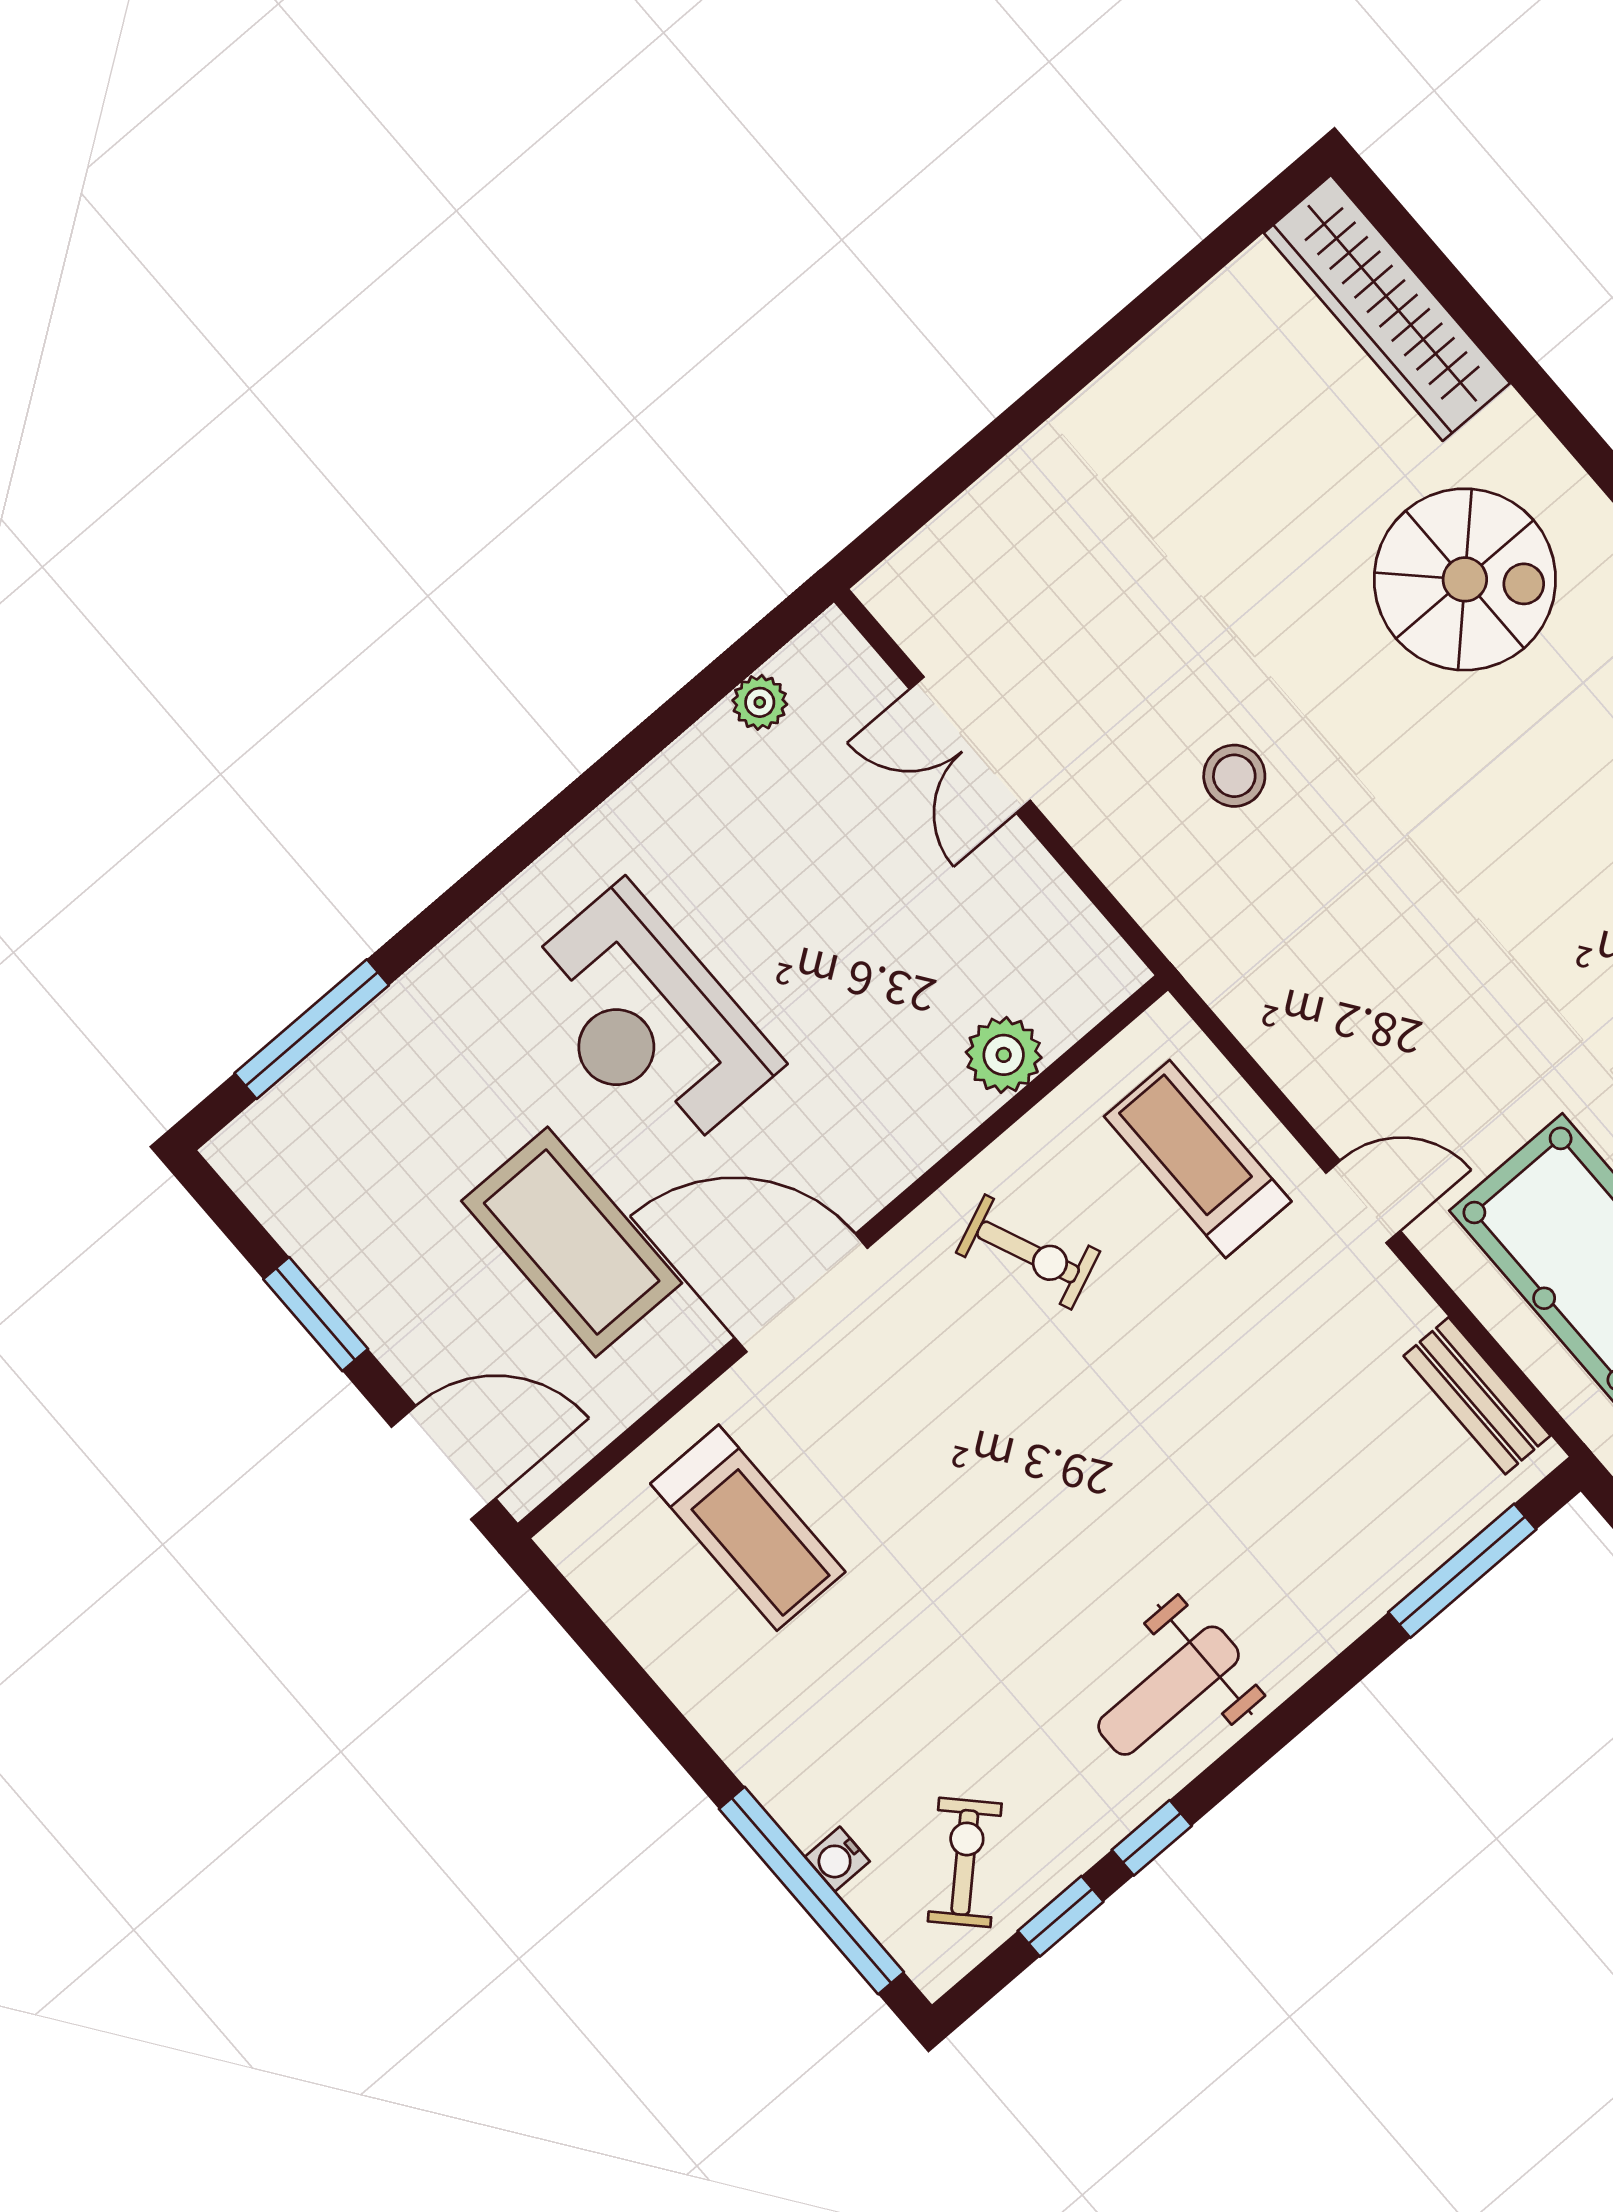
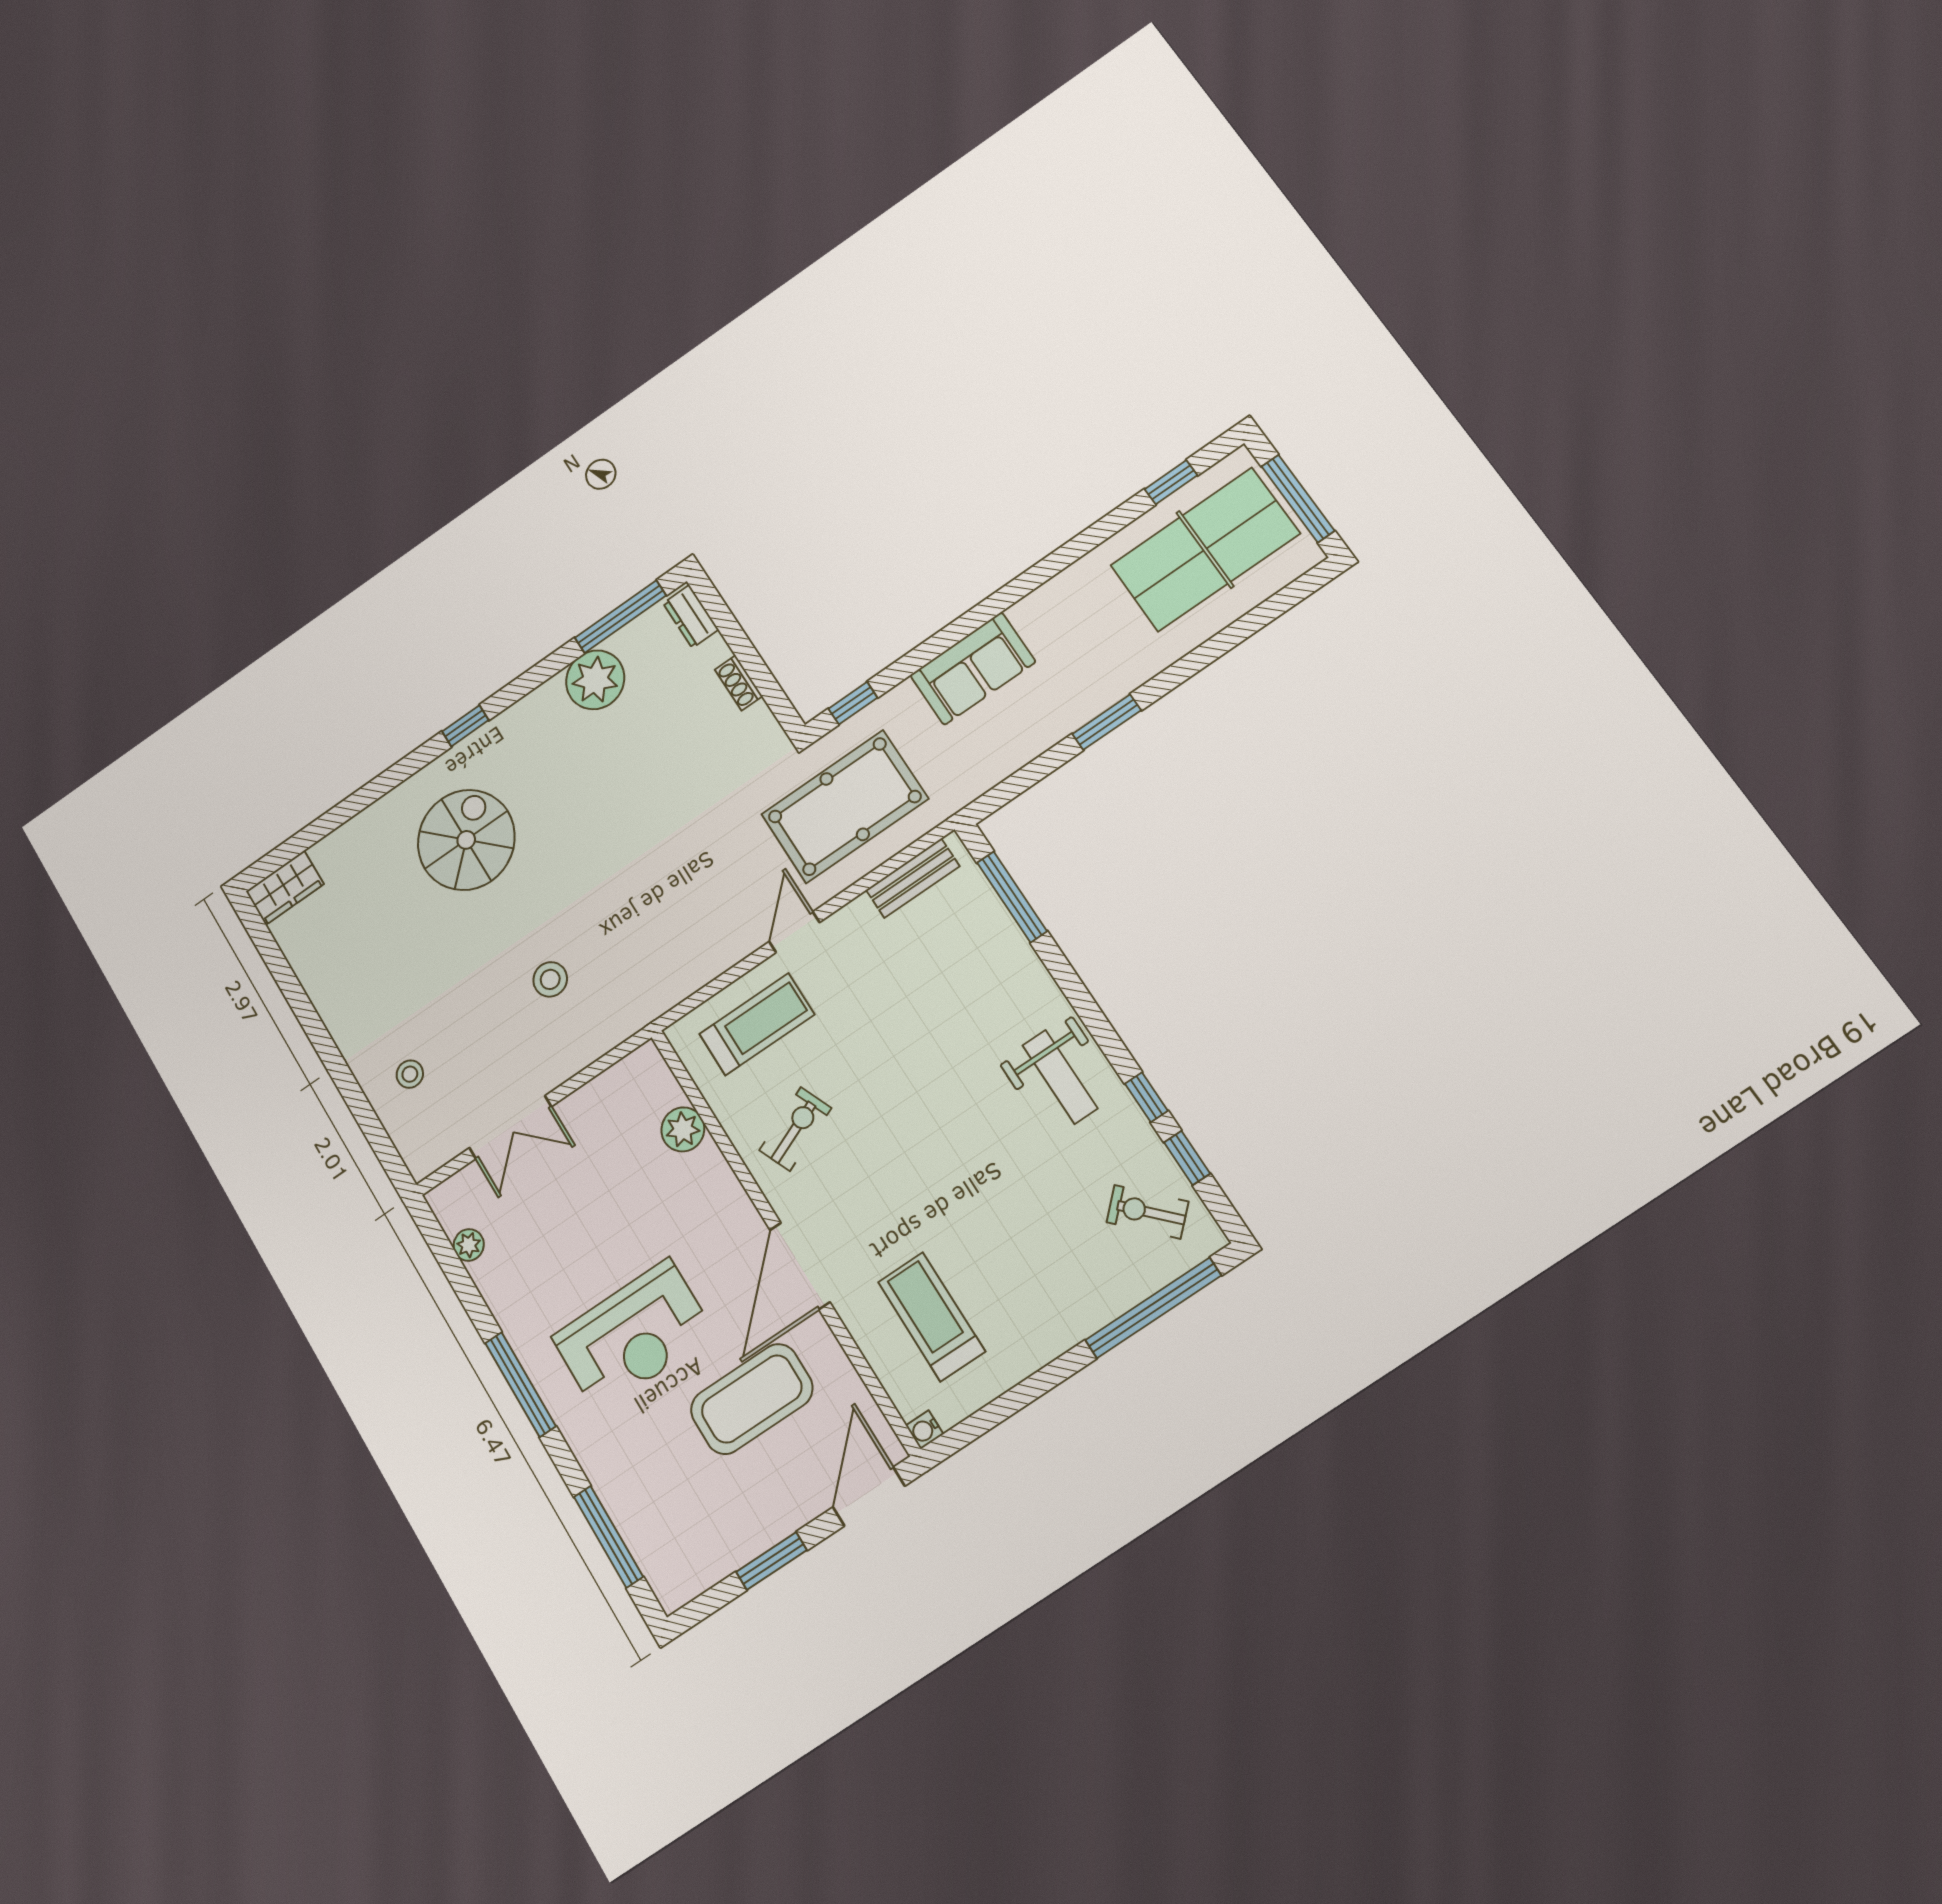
wardrobe: (1387, 308) -> (285, 888), width x0.48, depth x0.85
stool: (1040, 544) -> (410, 1074), added
window: (538, 834) -> (520, 1385), added
treadmill: (1198, 1159) -> (757, 1024), turned 180
treadmill: (748, 1528) -> (932, 1317), turned -90
water cooler: (837, 1859) -> (925, 1430), moved, turned 90

